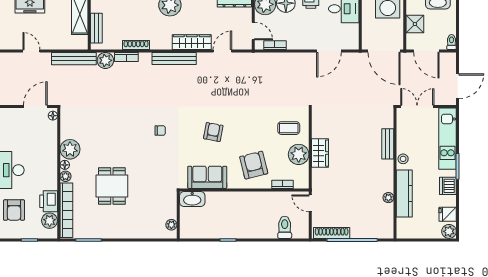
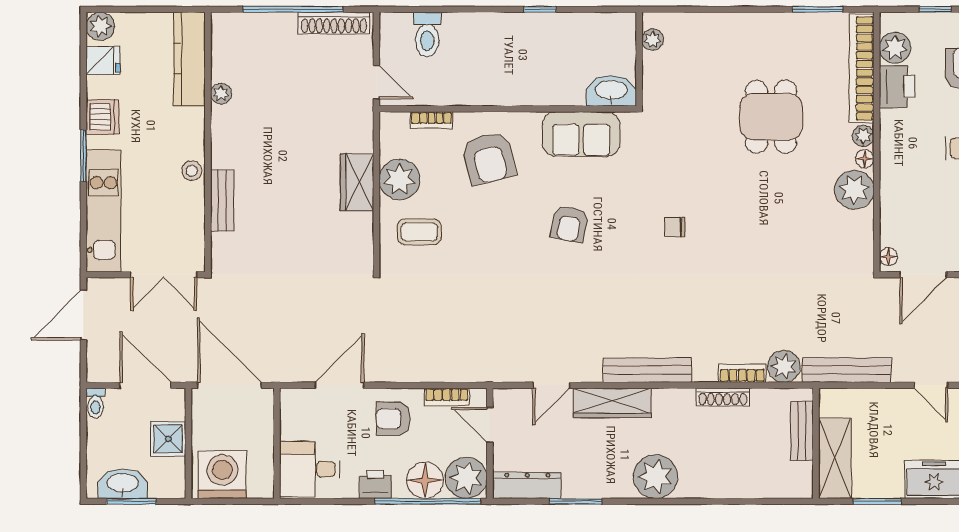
armchair: (302, 34) -> (393, 419), added
kitchen counter: (404, 193) -> (189, 59), moved

